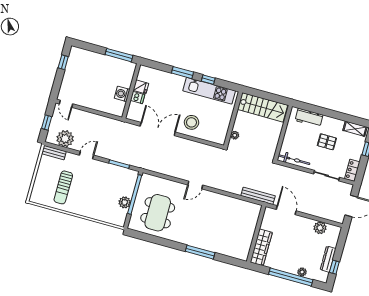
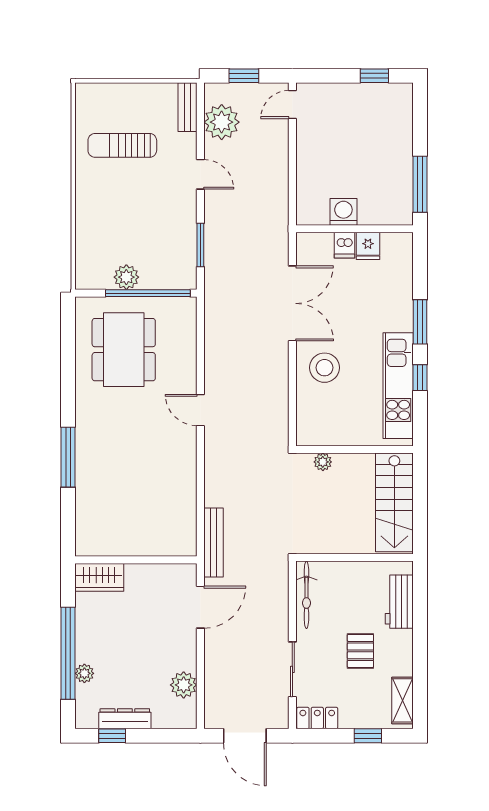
dining table: (158, 213) -> (124, 350), turned 90
wardrobe: (261, 247) -> (99, 577), width x0.67

